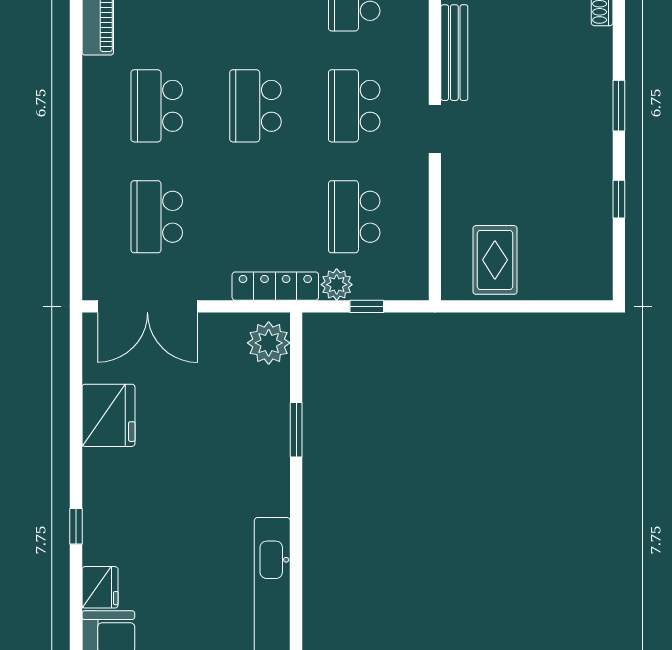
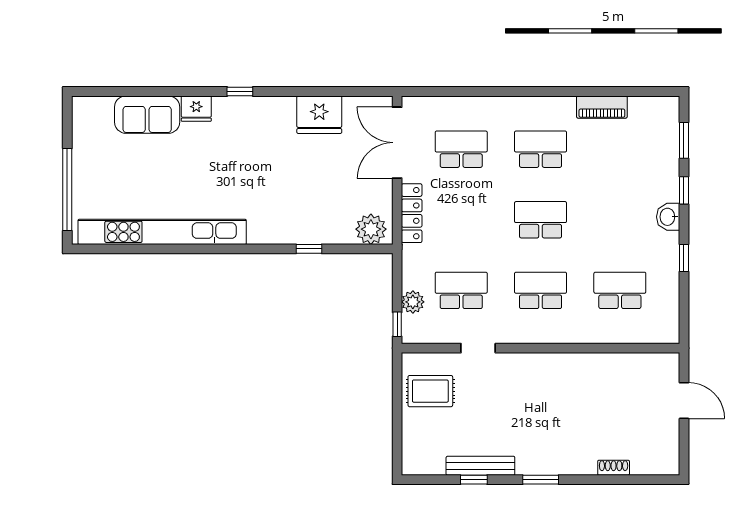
bench: (454, 53) -> (480, 466), moved
doorway: (435, 129) -> (478, 348), moved
plant: (337, 285) -> (413, 302), moved
locker: (275, 286) -> (412, 213), moved
window: (367, 306) -> (397, 324), moved
window: (296, 430) -> (309, 249), width x0.67

